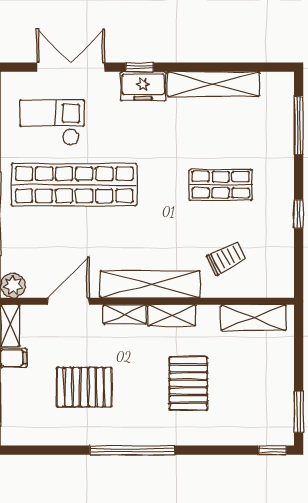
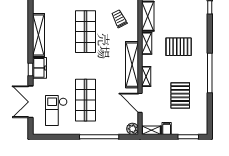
shop shelf: (74, 185) -> (85, 100), width x0.71
shop shelf: (221, 185) -> (85, 32), width x1.43, depth x1.36
trolley: (227, 258) -> (119, 19), moved
shelving: (172, 315) -> (147, 43), moved

